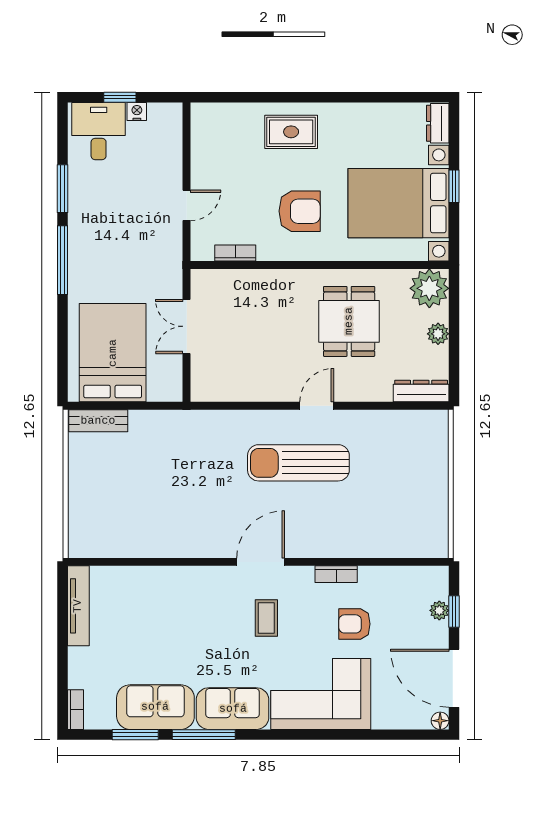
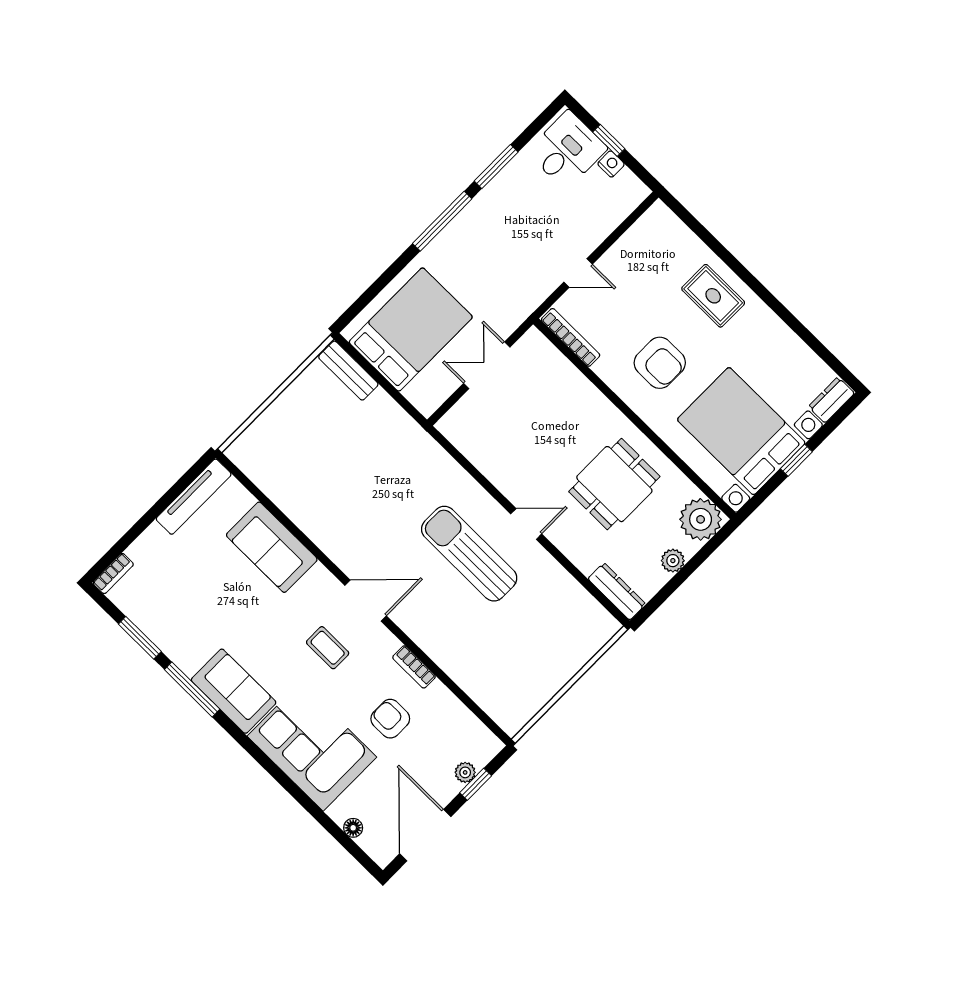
bookcase: (235, 253) -> (571, 337), width x1.56
coffee table: (266, 618) -> (328, 648), turned 90
sofa: (155, 707) -> (272, 547), moved, turned 180
floor lamp: (440, 721) -> (353, 828), moved

